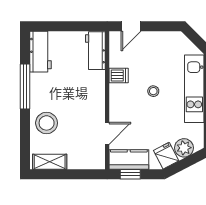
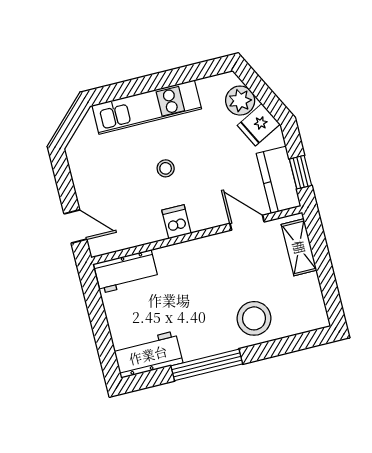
dishwasher: (119, 76) -> (176, 222), moved
shelving: (50, 162) -> (299, 247), moved

